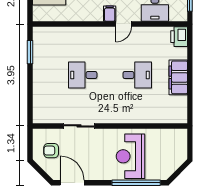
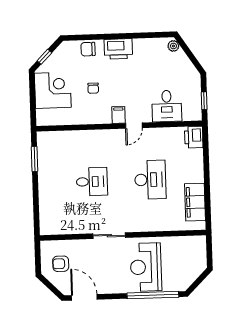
desk: (83, 75) -> (92, 182), turned 180
desk: (137, 75) -> (150, 180), width x1.37
filing cabinet: (178, 77) -> (195, 202), moved
sliding door: (79, 126) -> (109, 236), moved

